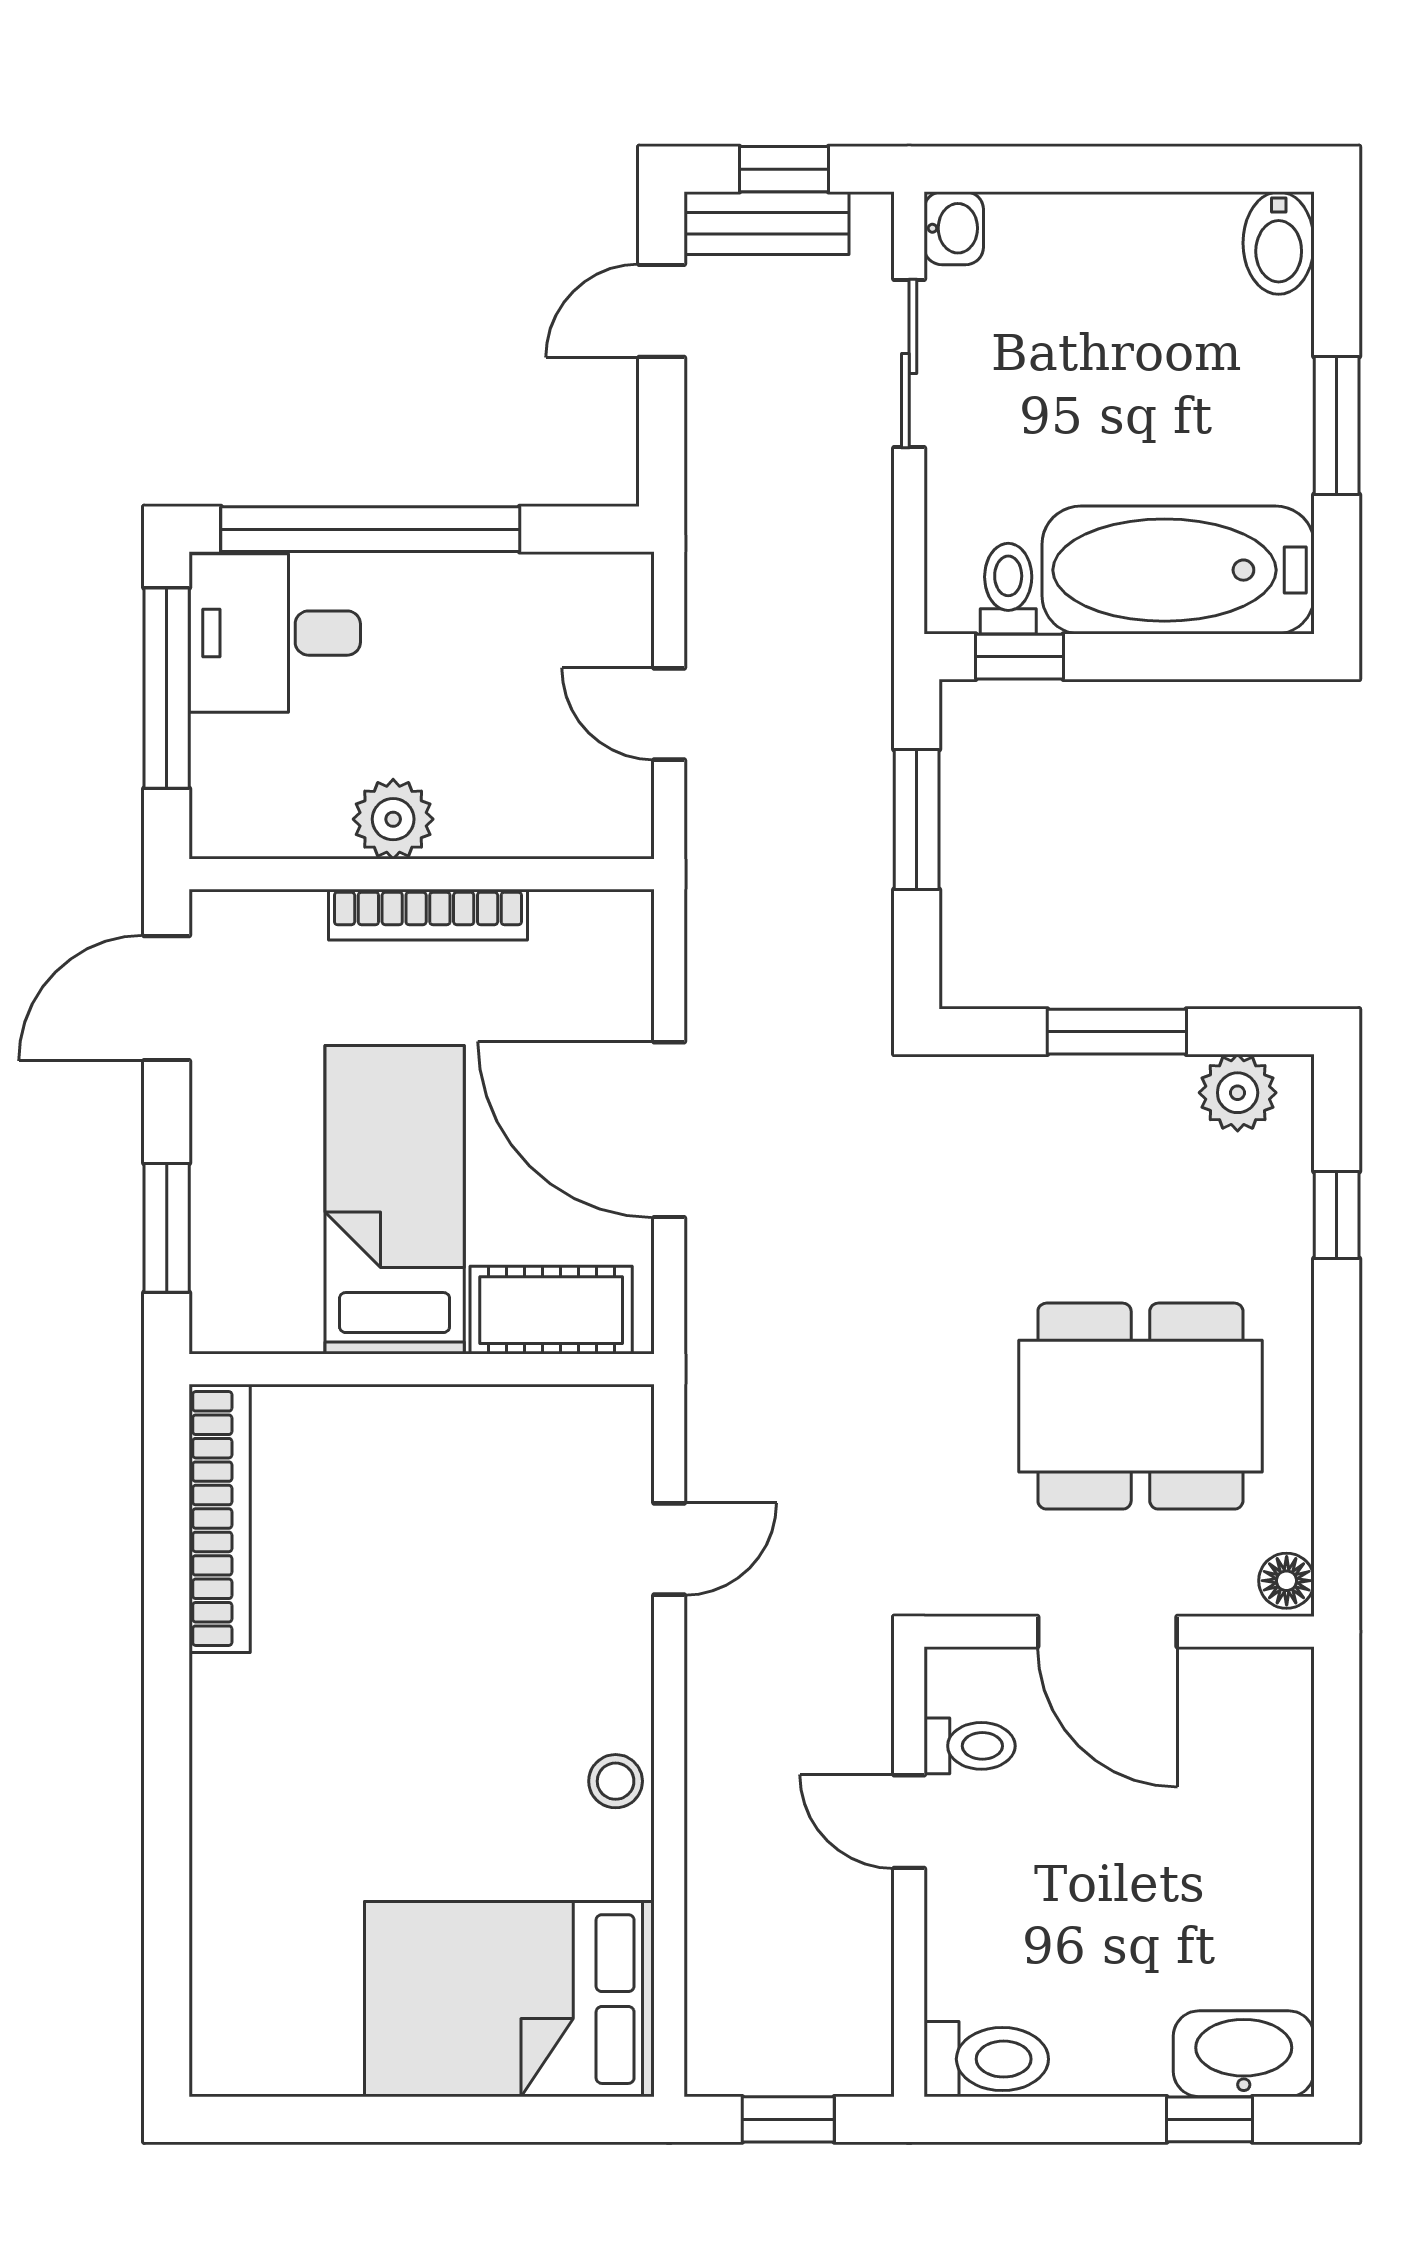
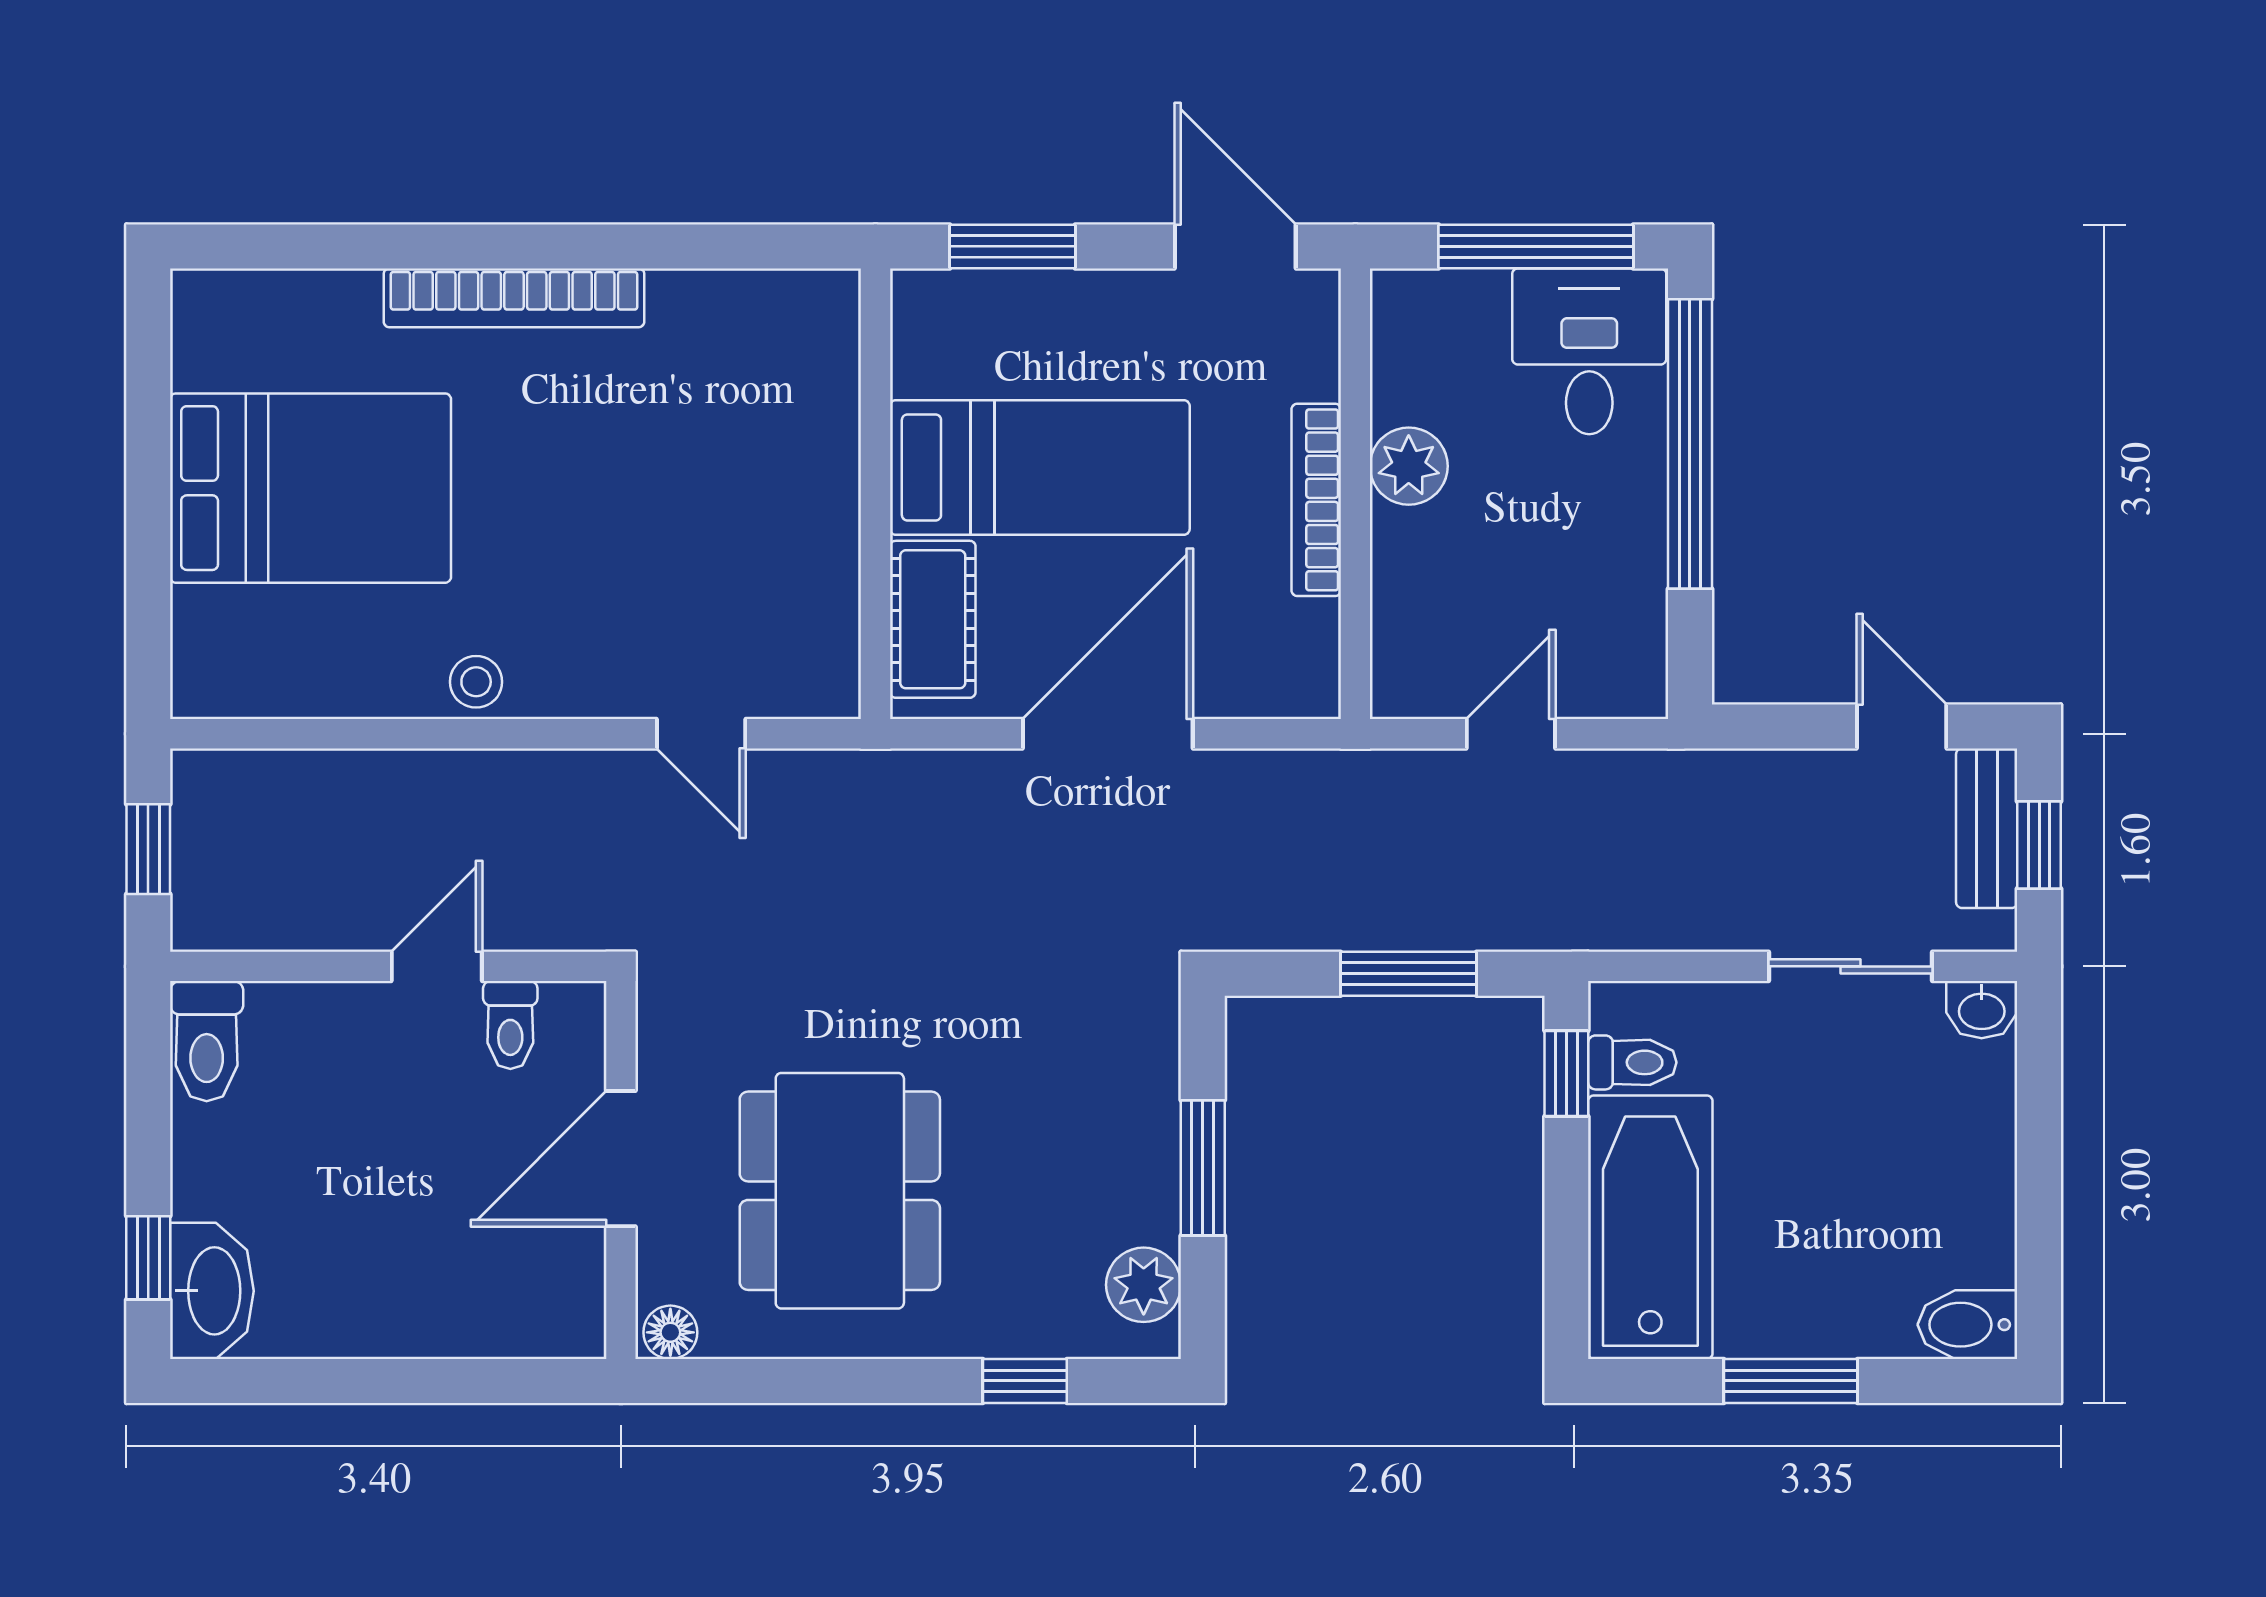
bookcase: (220, 1518) -> (514, 298), moved
bed: (509, 1999) -> (310, 488), moved, turned 90

